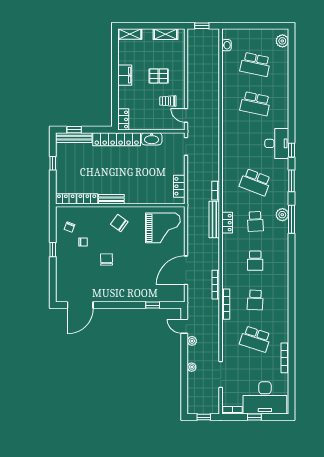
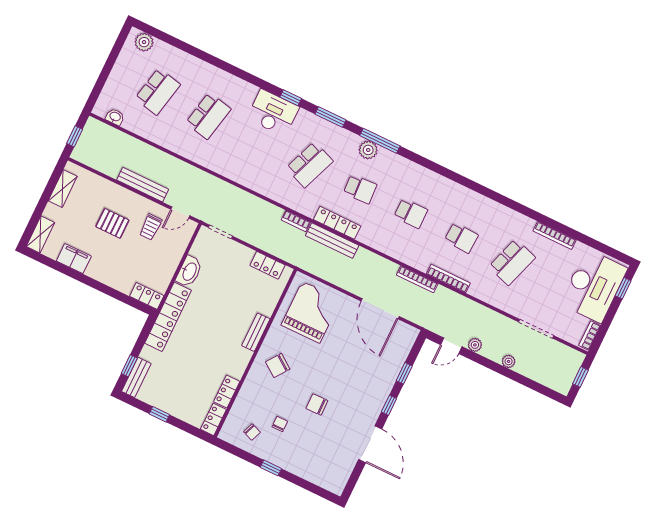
filing cabinet: (125, 75) -> (74, 259), moved
pallet: (159, 76) -> (112, 223), turned 90
bench: (192, 83) -> (143, 185), added
bench: (74, 138) -> (136, 377), width x0.73
bench: (111, 199) -> (256, 332), moved
locker: (227, 223) -> (337, 223), width x1.53
door: (80, 305) -> (370, 444), moved
window: (128, 305) -> (389, 405), added
window: (254, 417) -> (623, 288), moved

